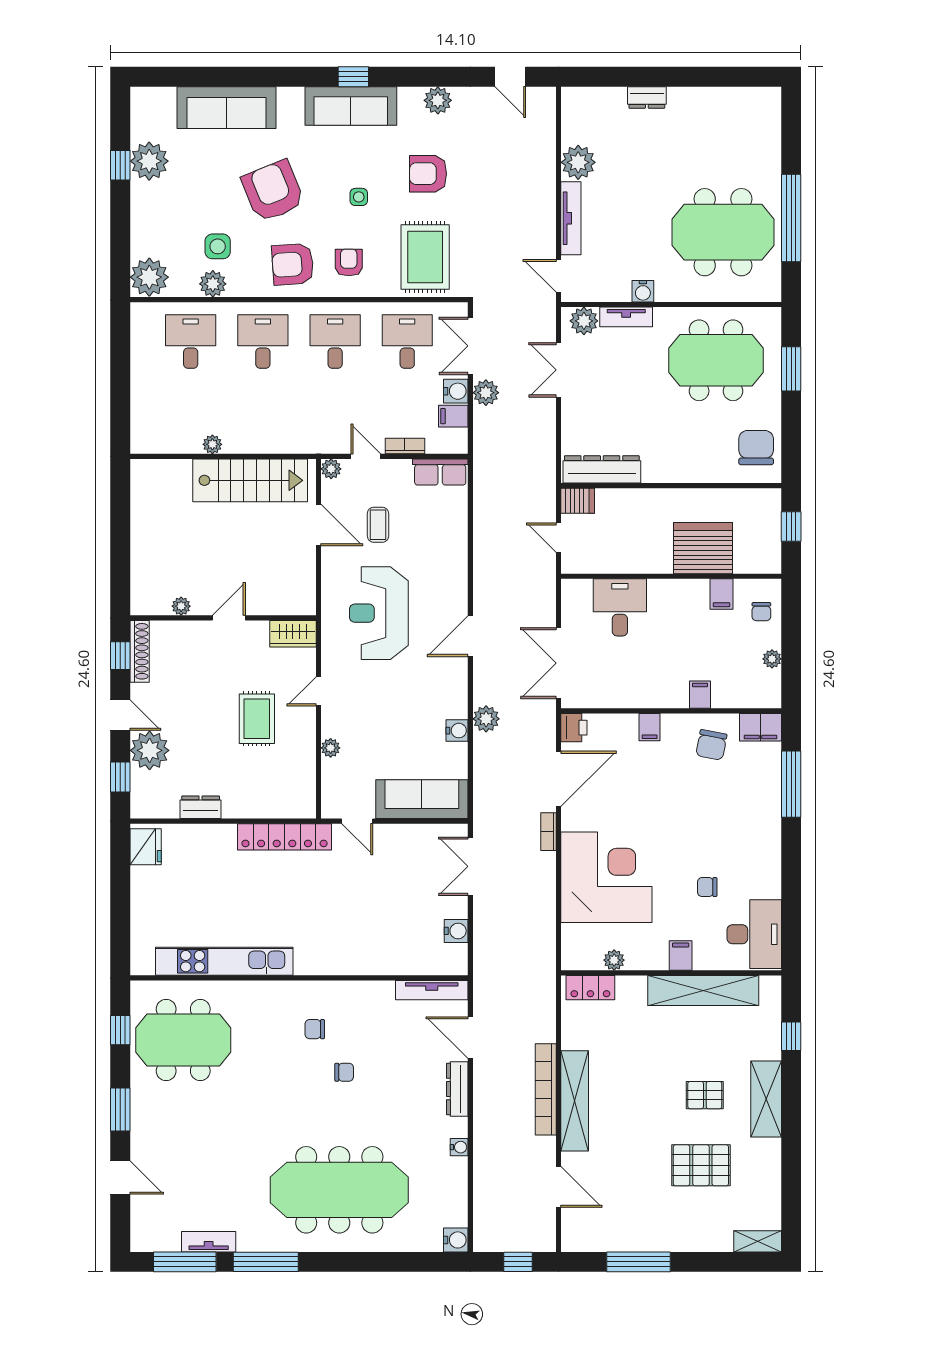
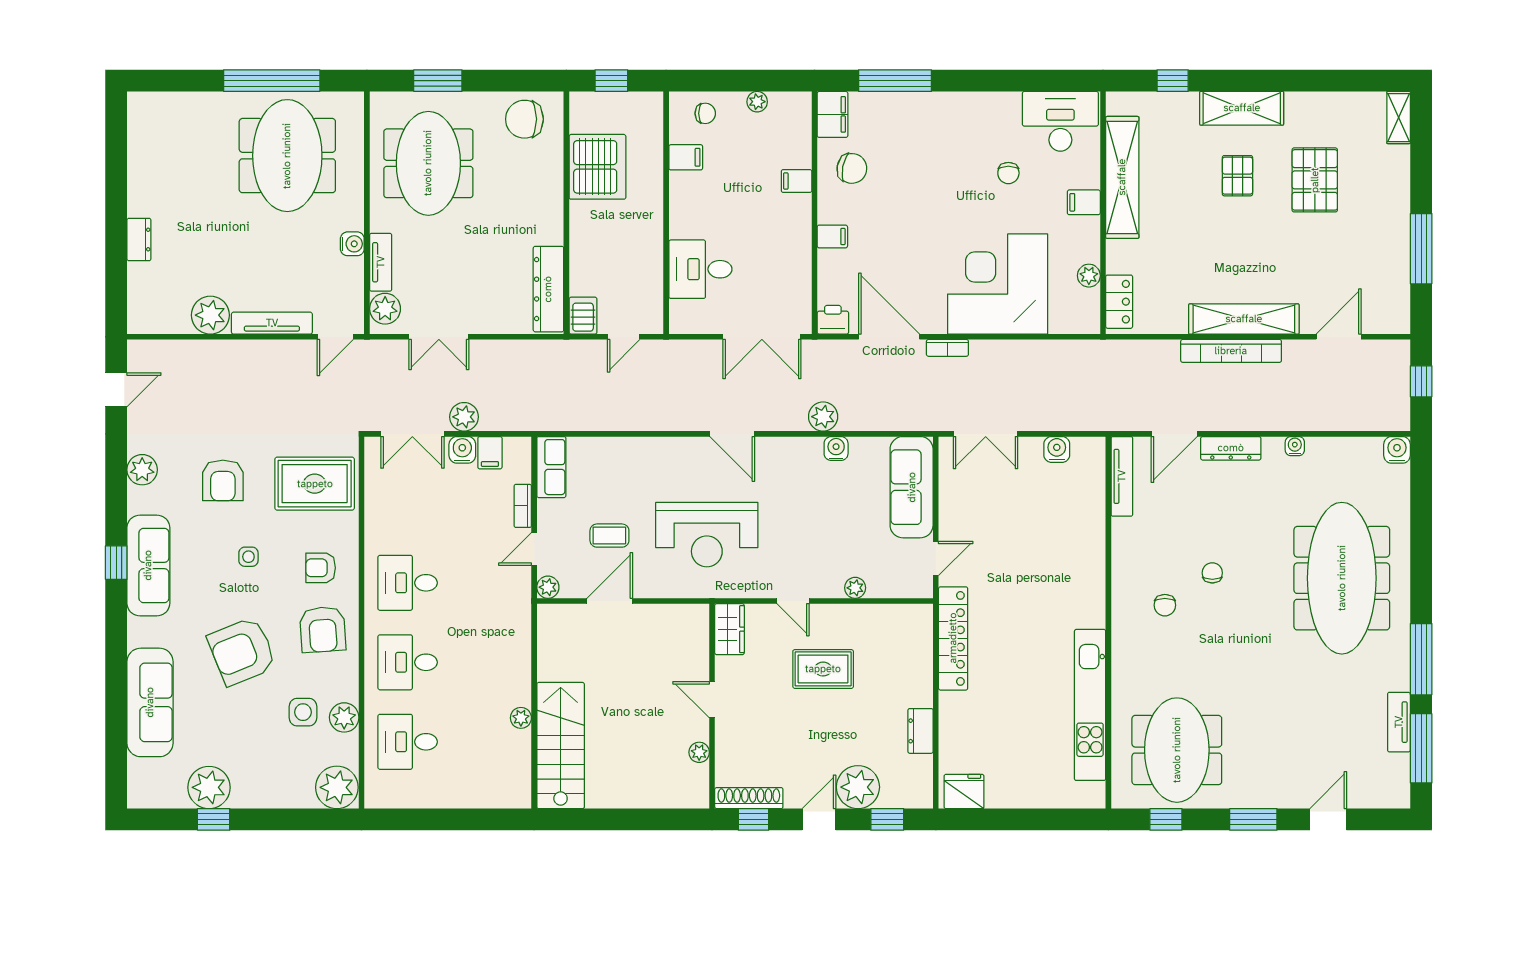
desk: (407, 341) -> (408, 503), removed
stairs: (250, 480) -> (561, 746), moved
server rack: (703, 548) -> (597, 167), moved, turned 180

